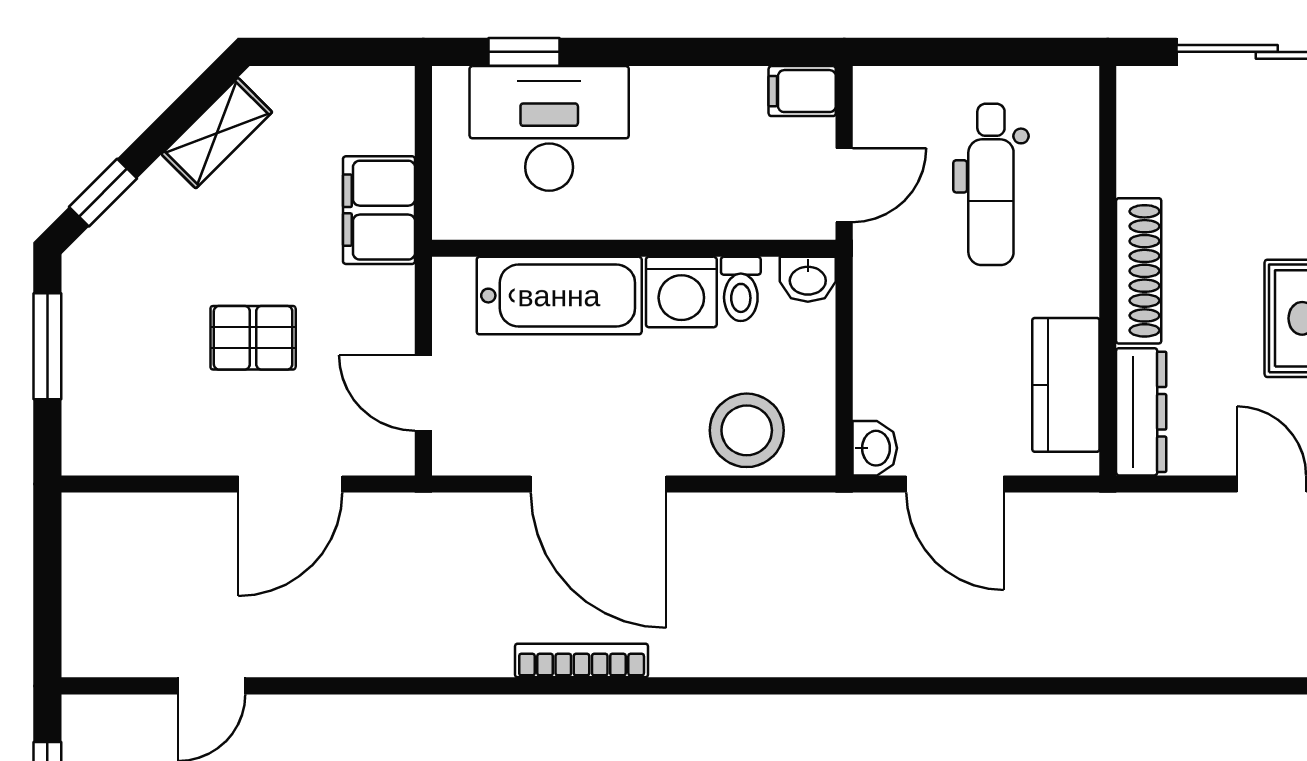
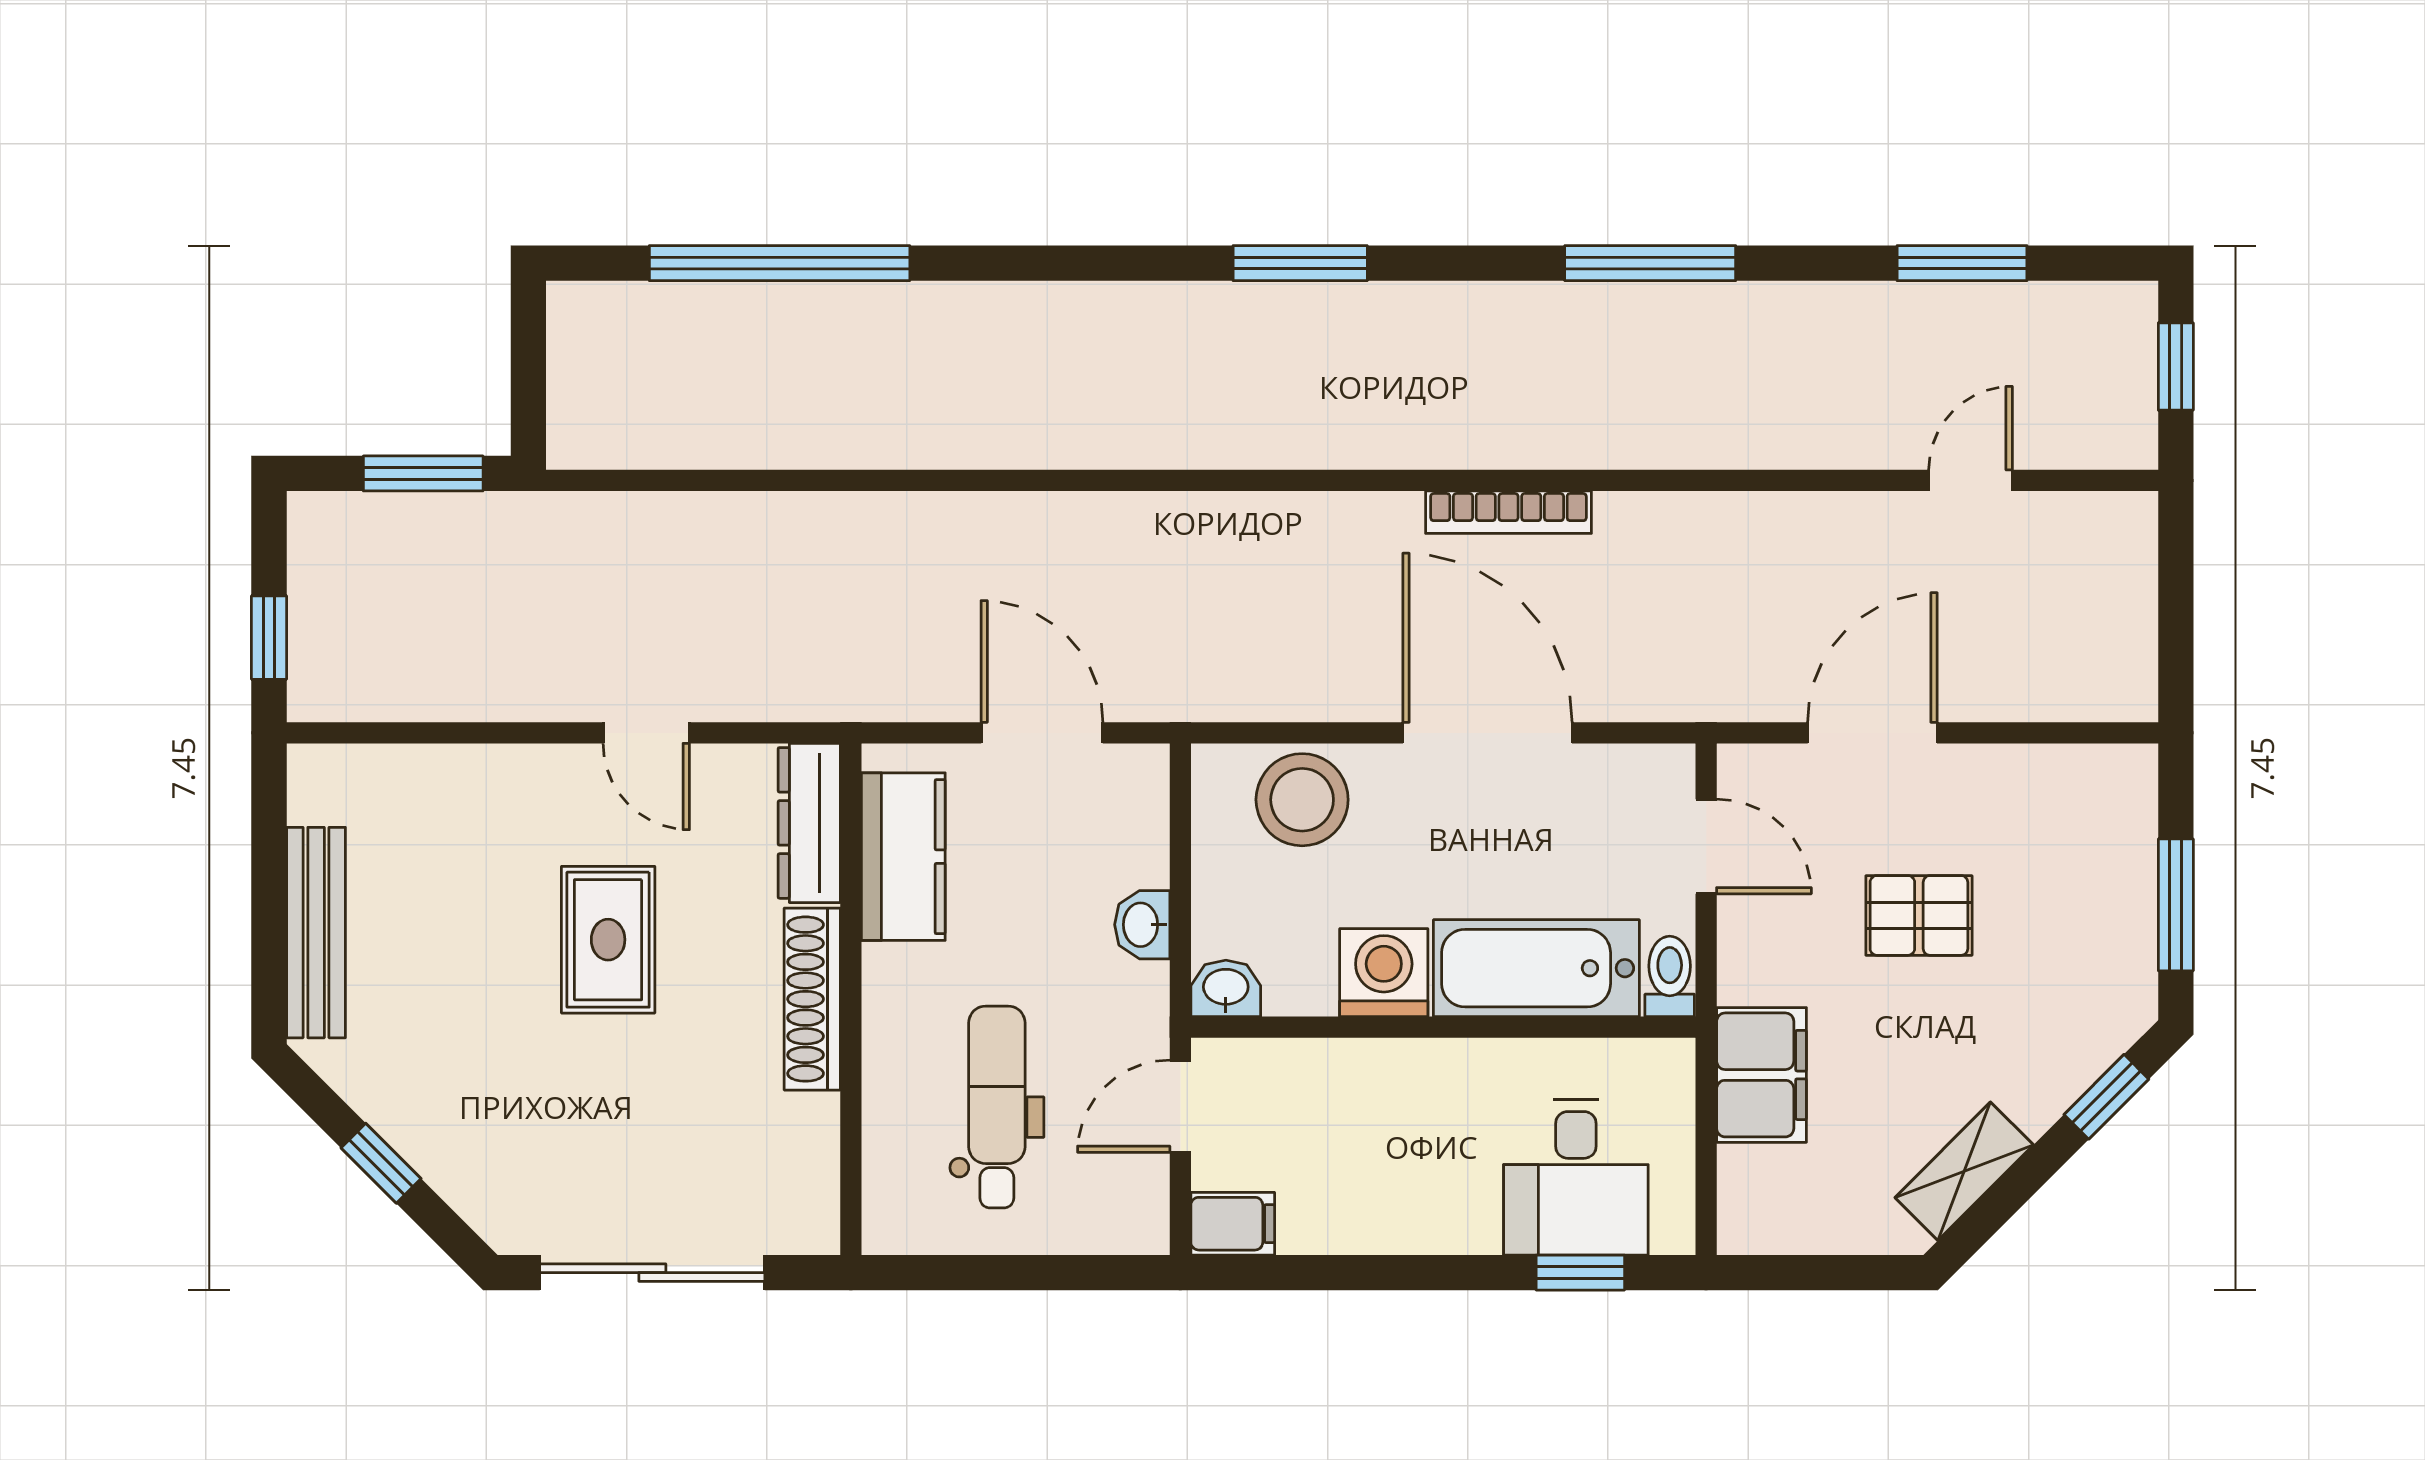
desk: (549, 128) -> (1576, 1177), width x0.73
toilet: (741, 289) -> (1670, 976), moved
washbasin: (875, 448) -> (1142, 925), moved

